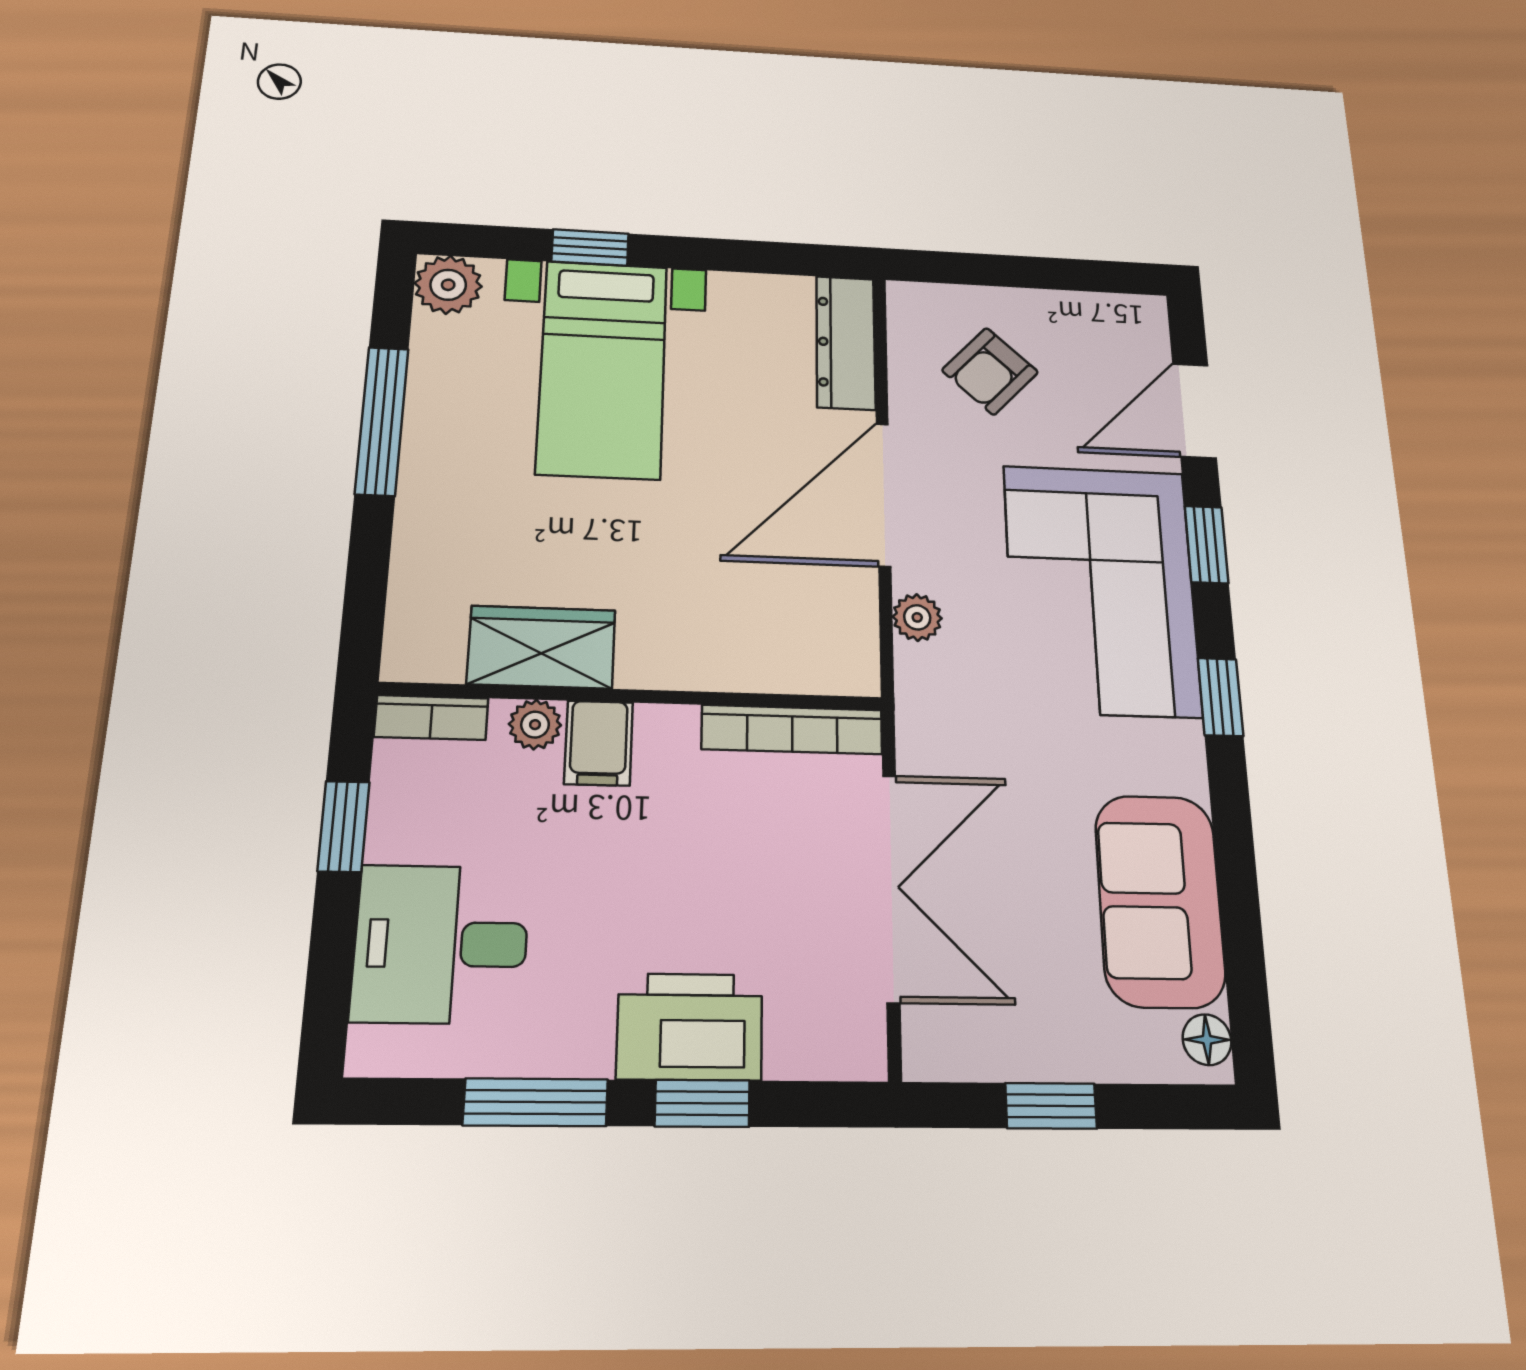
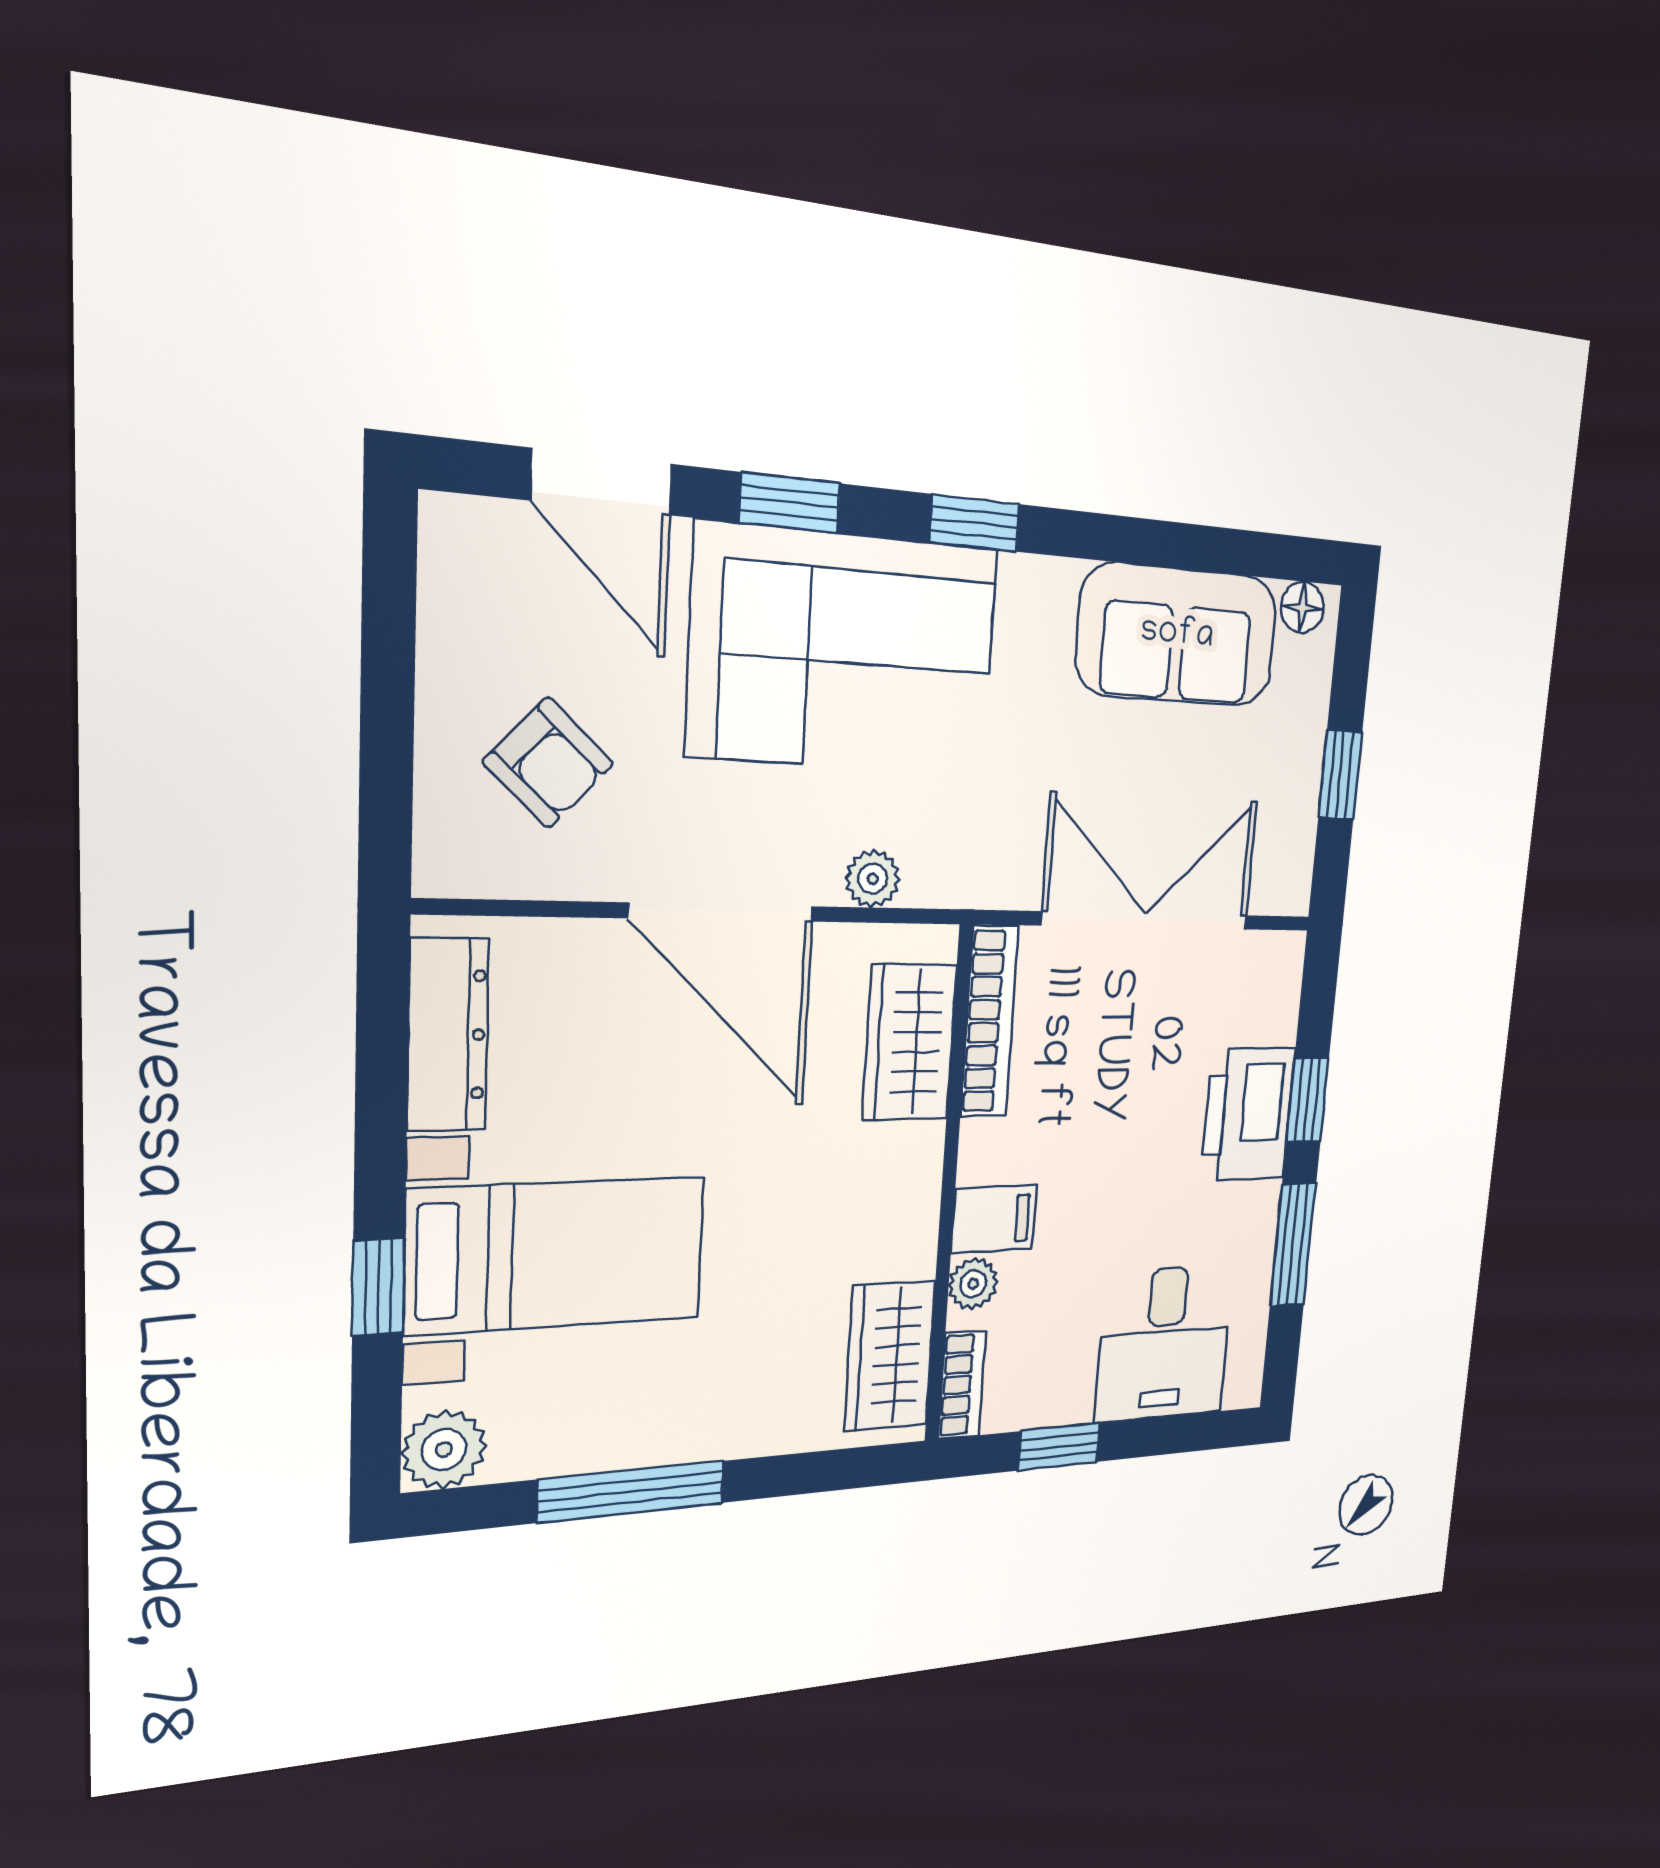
dresser: (846, 342) -> (448, 1035), moved, turned -90
wardrobe: (542, 647) -> (890, 1356), moved
wardrobe: (773, 654) -> (910, 1042), added

